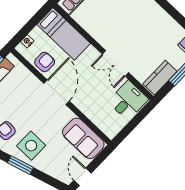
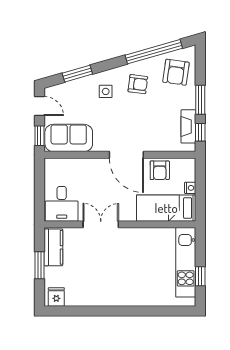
nightstand: (27, 41) -> (190, 188), moved
side table: (31, 146) -> (106, 91), width x0.54, depth x0.54
window: (101, 158) -> (39, 136), added
window: (21, 165) -> (77, 74), moved

